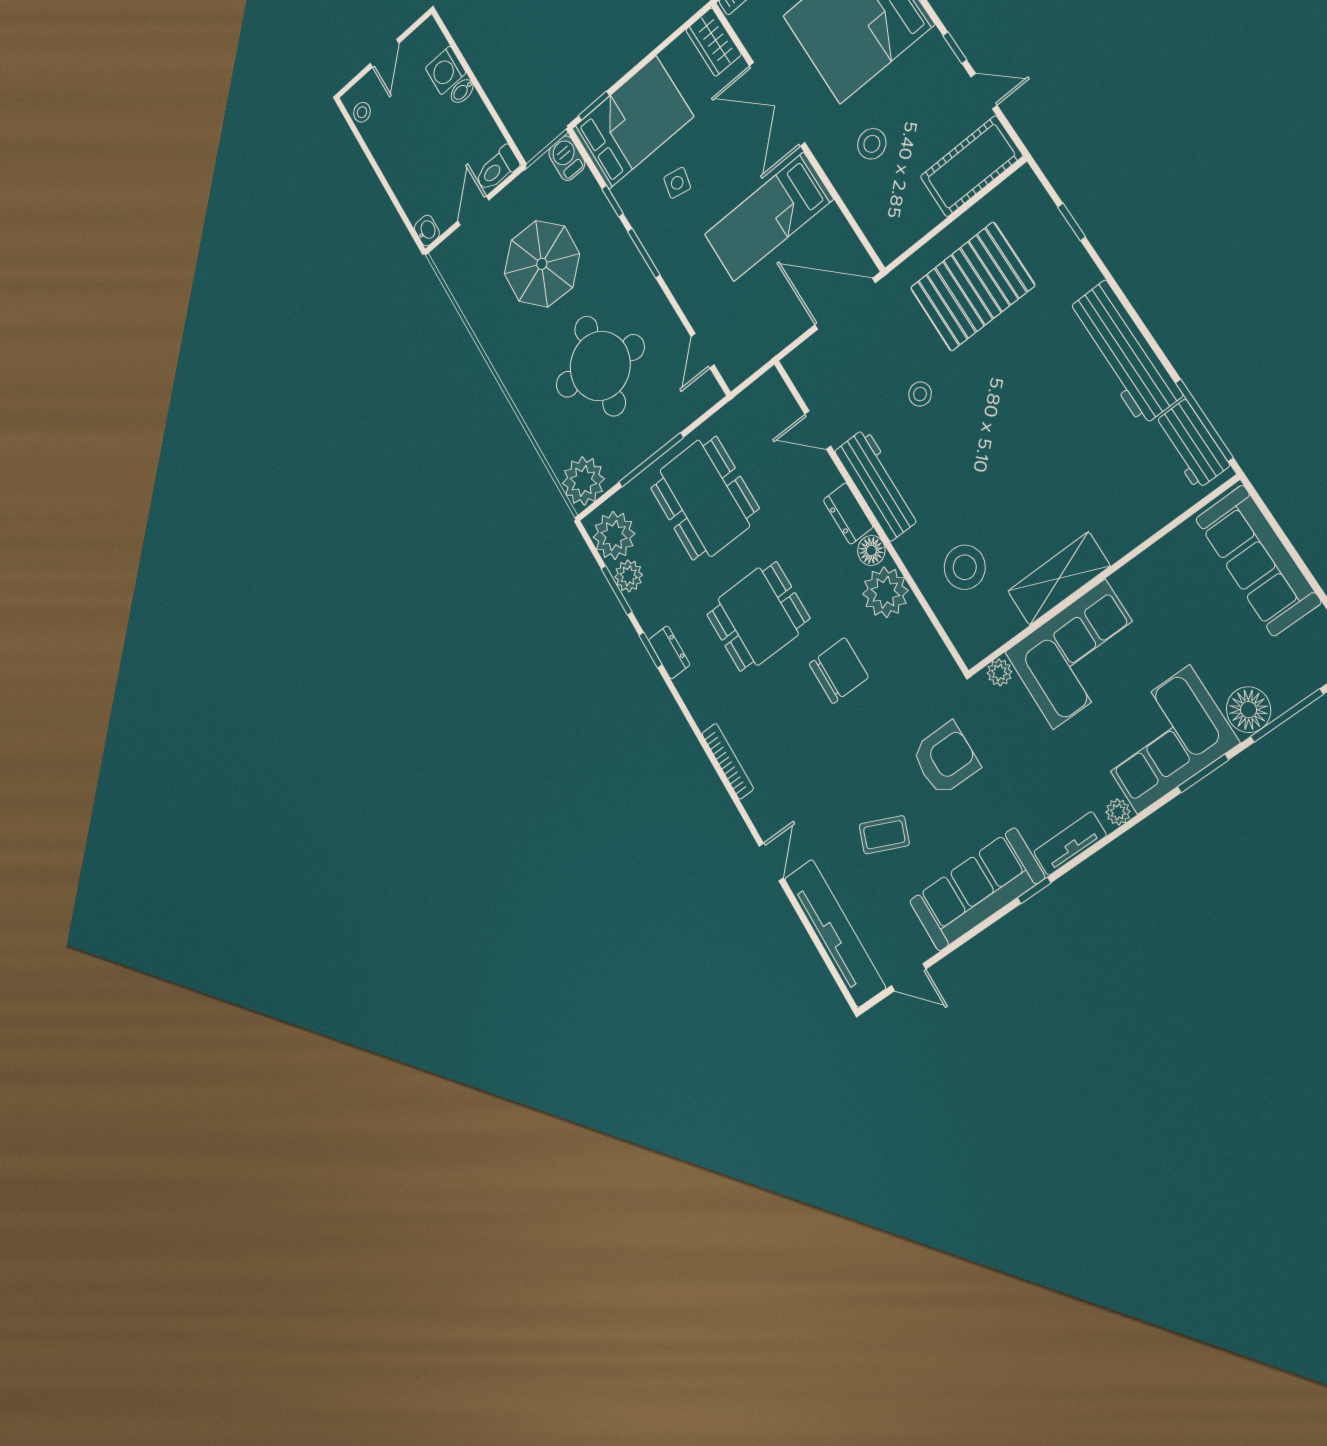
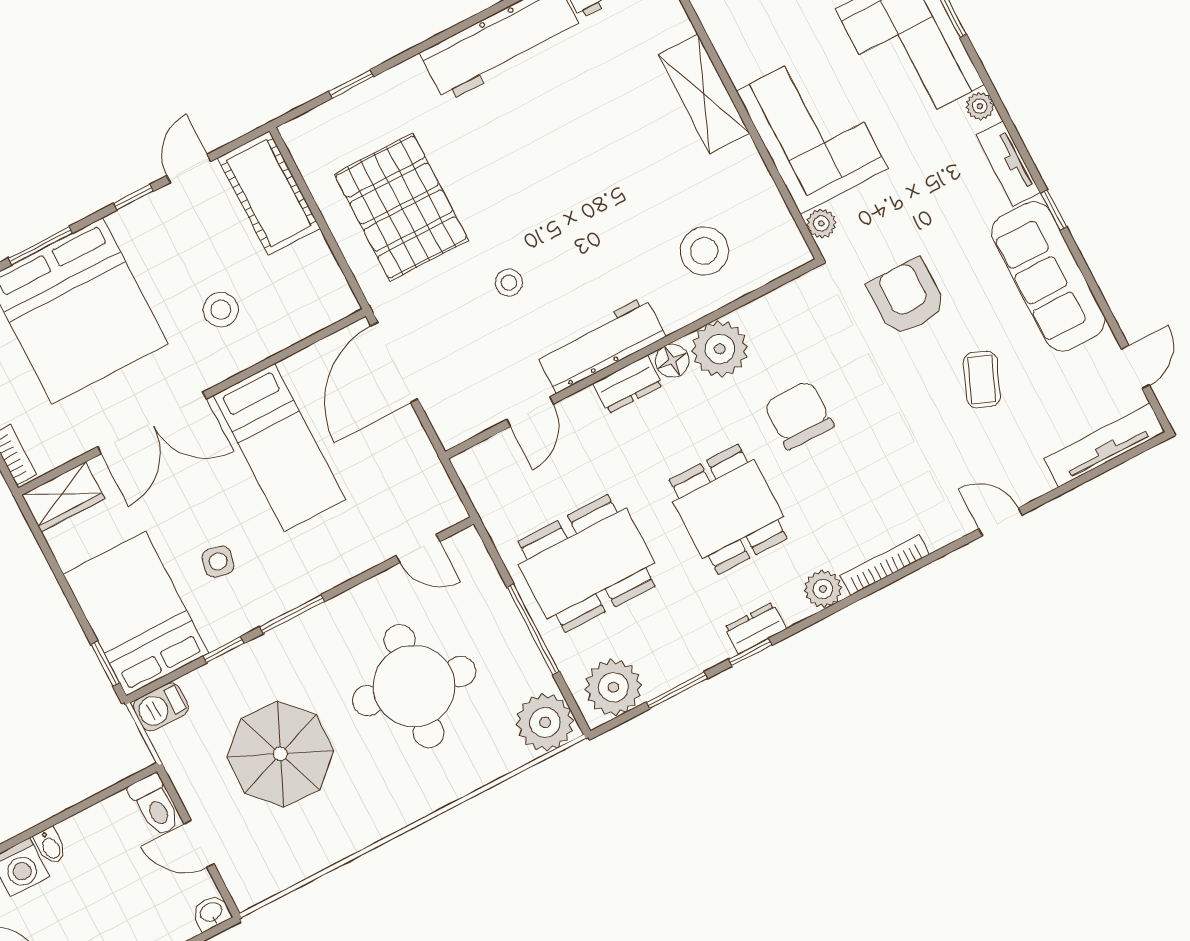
plant: (629, 576) -> (823, 589), moved
shelving: (1059, 578) -> (704, 94), moved
tv unit: (835, 933) -> (1104, 445), width x0.73, depth x0.78

